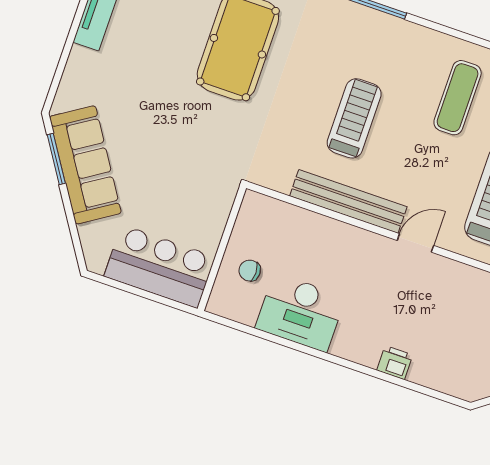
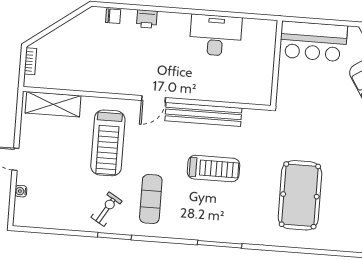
treadmill: (354, 118) -> (214, 169), turned -90
chair: (250, 271) -> (113, 16), moved

